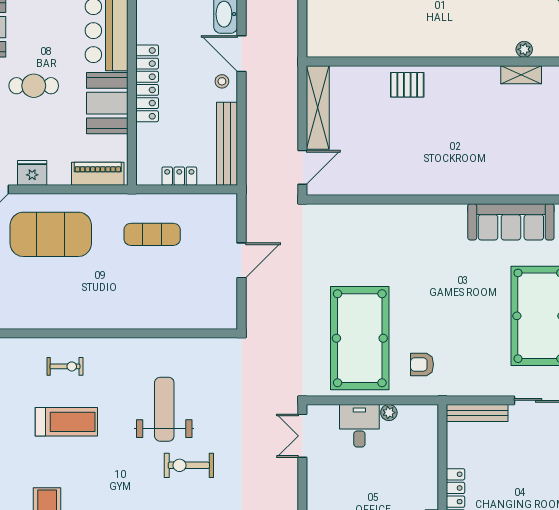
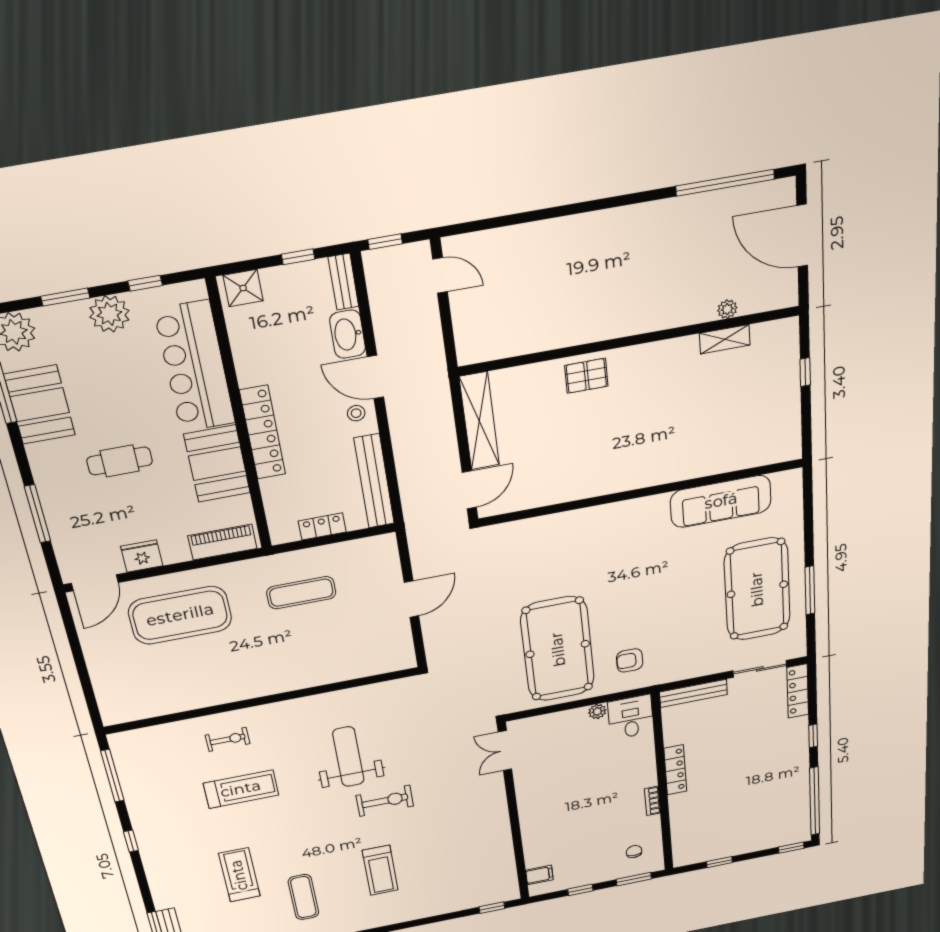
desk: (359, 426) -> (631, 717), moved
exercise bike: (189, 465) -> (385, 801), turned 180

